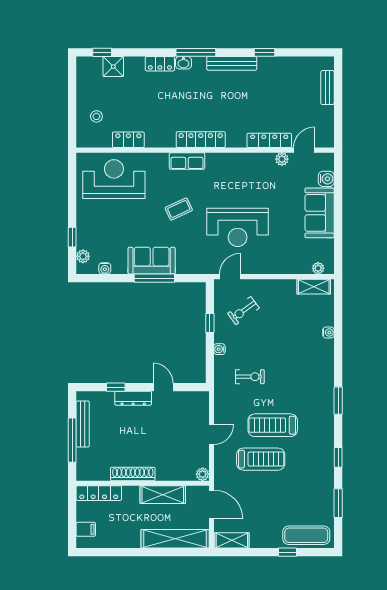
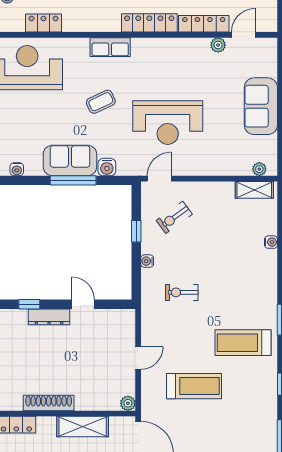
locker: (201, 140) -> (149, 23), moved
water cooler: (326, 179) -> (107, 167), moved, turned 90
exercise bike: (250, 377) -> (182, 292), turned 180
treadmill: (273, 425) -> (243, 343), moved

